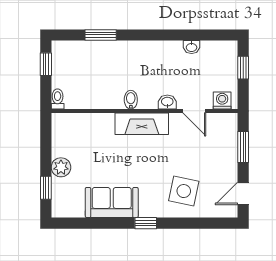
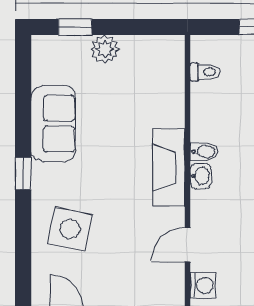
toilet: (58, 99) -> (205, 72), moved
washbasin: (167, 102) -> (201, 176), moved

